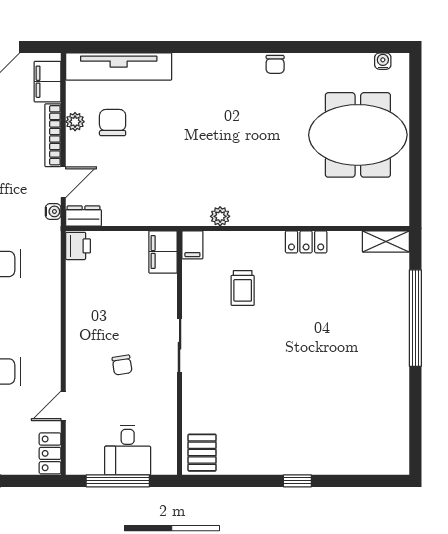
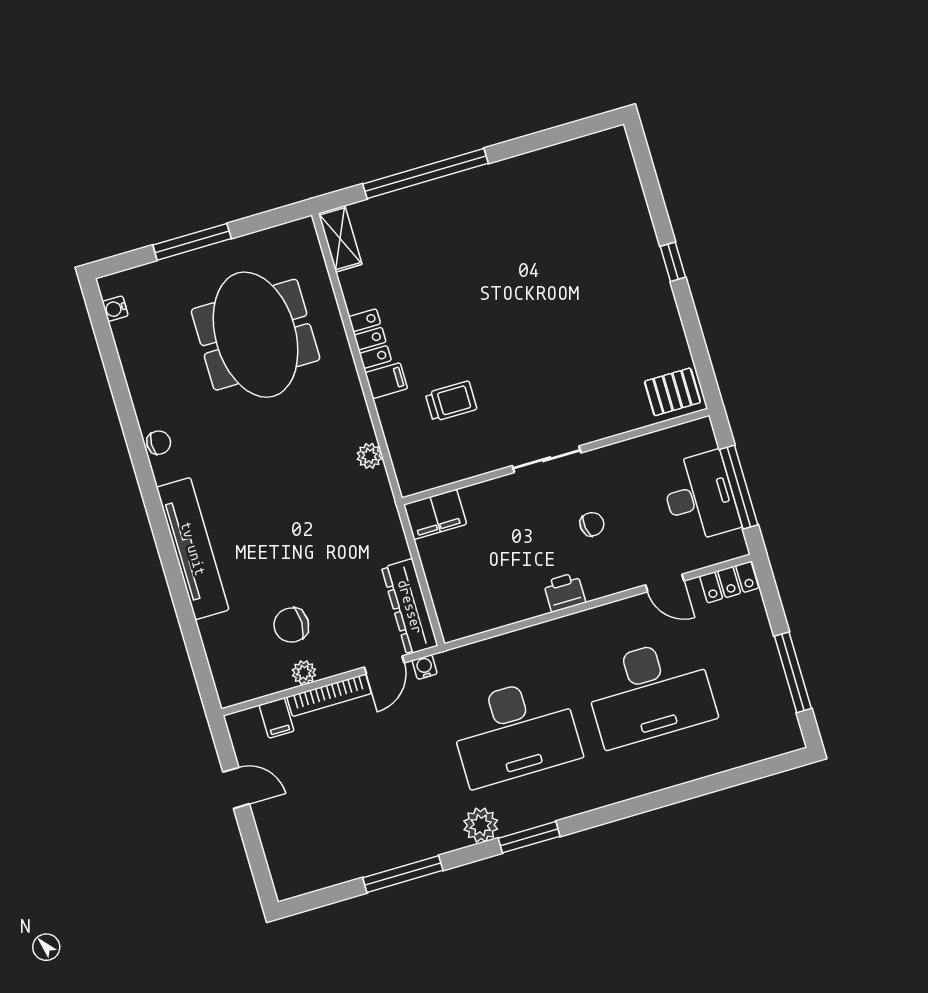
tv unit: (119, 67) -> (193, 549), moved
filing cabinet: (48, 82) -> (277, 718), width x0.50
window: (415, 132) -> (192, 242), added
meeting table: (358, 135) -> (256, 335), moved
door: (63, 182) -> (384, 665), swing flipped
dresser: (84, 216) -> (410, 607), width x1.96, depth x1.24
filing cabinet: (192, 245) -> (386, 381), moved
printer: (78, 246) -> (564, 592), moved
desk: (128, 450) -> (700, 497), width x1.37

